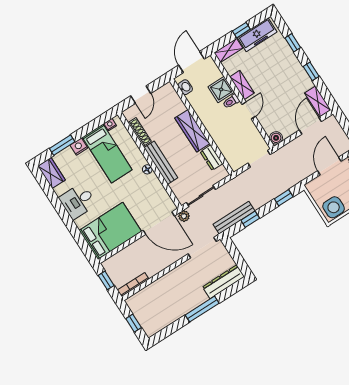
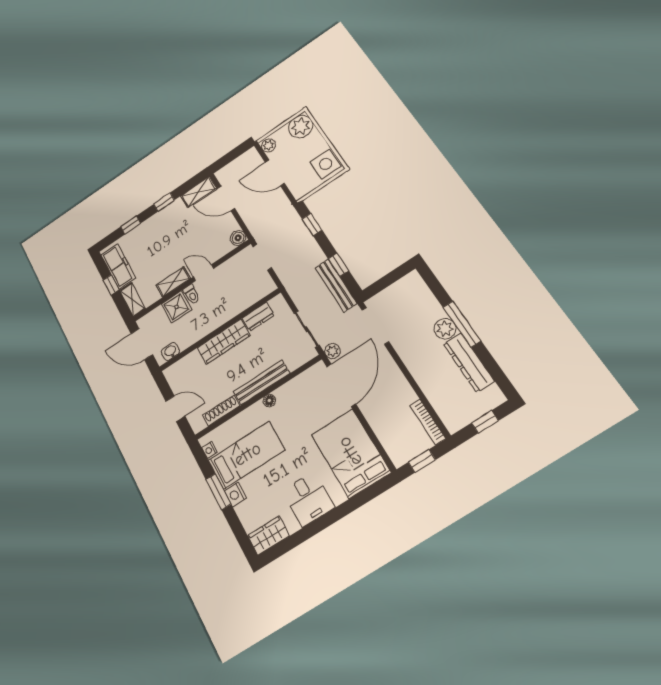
window: (62, 145) -> (218, 492), moved
dresser: (224, 282) -> (469, 362), moved
plant: (199, 297) -> (445, 329), added

